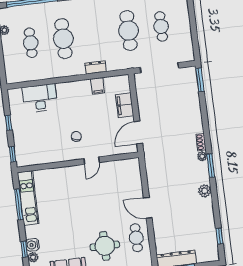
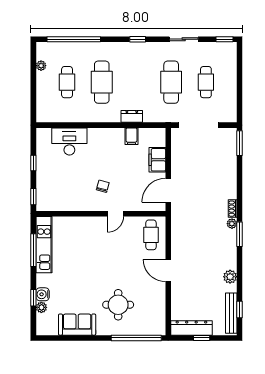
plant: (205, 191) -> (230, 277), moved
cafe table: (136, 238) -> (151, 235), moved
bench: (212, 240) -> (231, 313), added

